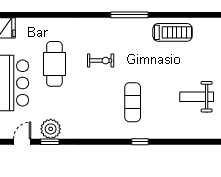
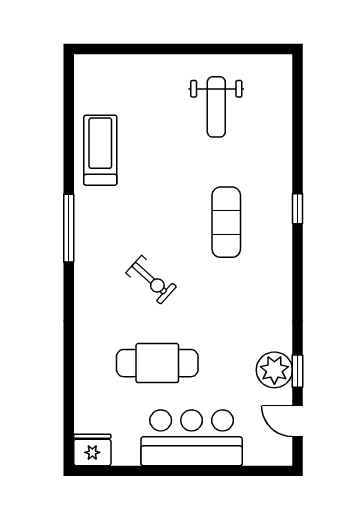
exercise bike: (101, 61) -> (151, 280), turned 132
exercise mat: (133, 102) -> (226, 222), turned 90

